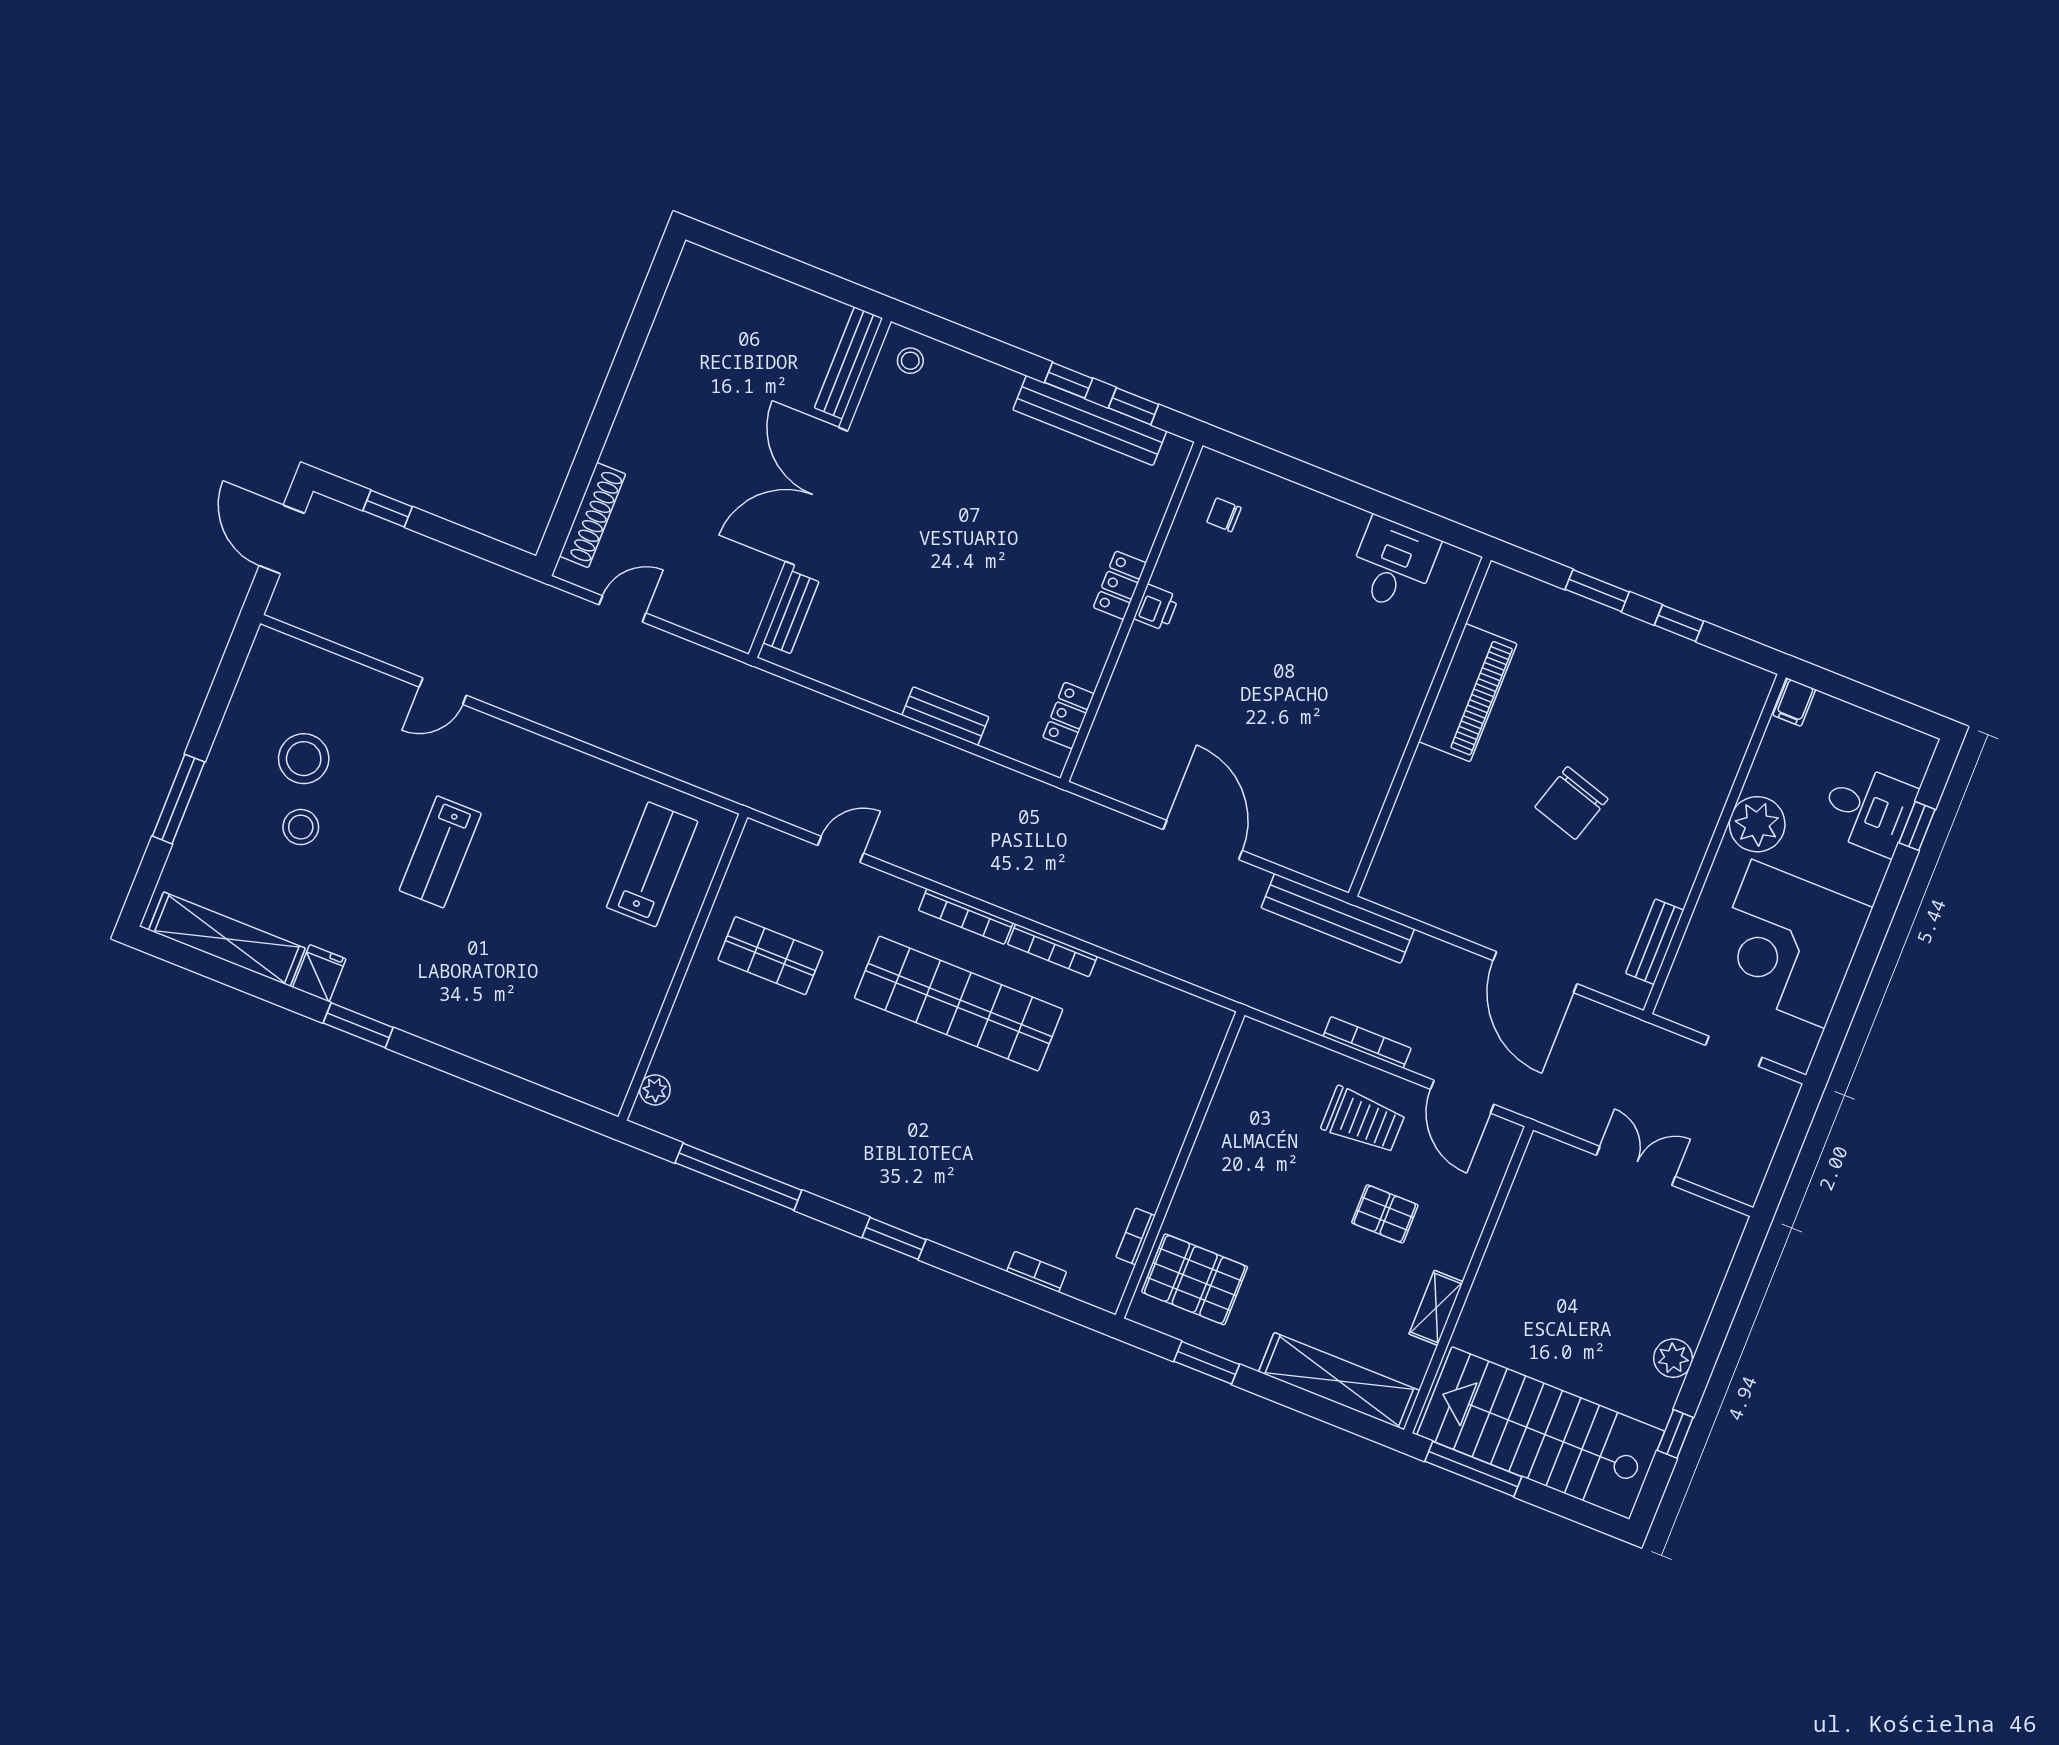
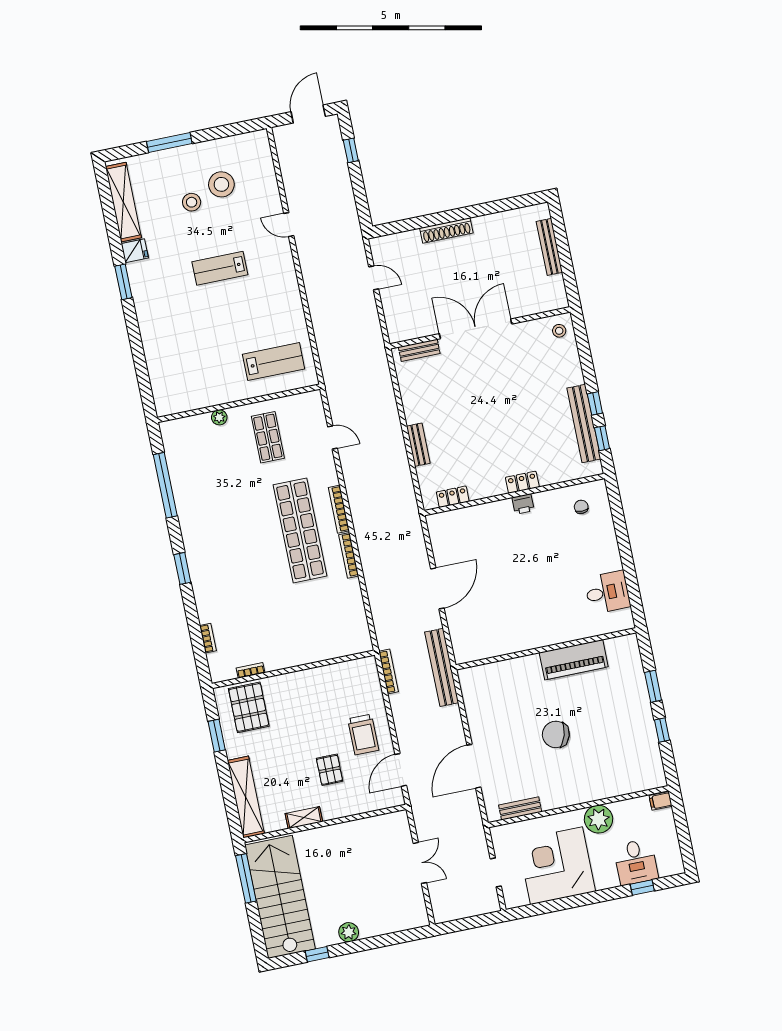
bench: (849, 363) -> (549, 247), moved, turned 90
shoe rack: (592, 515) -> (446, 231), moved
bookcase: (1367, 1042) -> (388, 671), moved
plant: (655, 1090) -> (219, 417), moved

